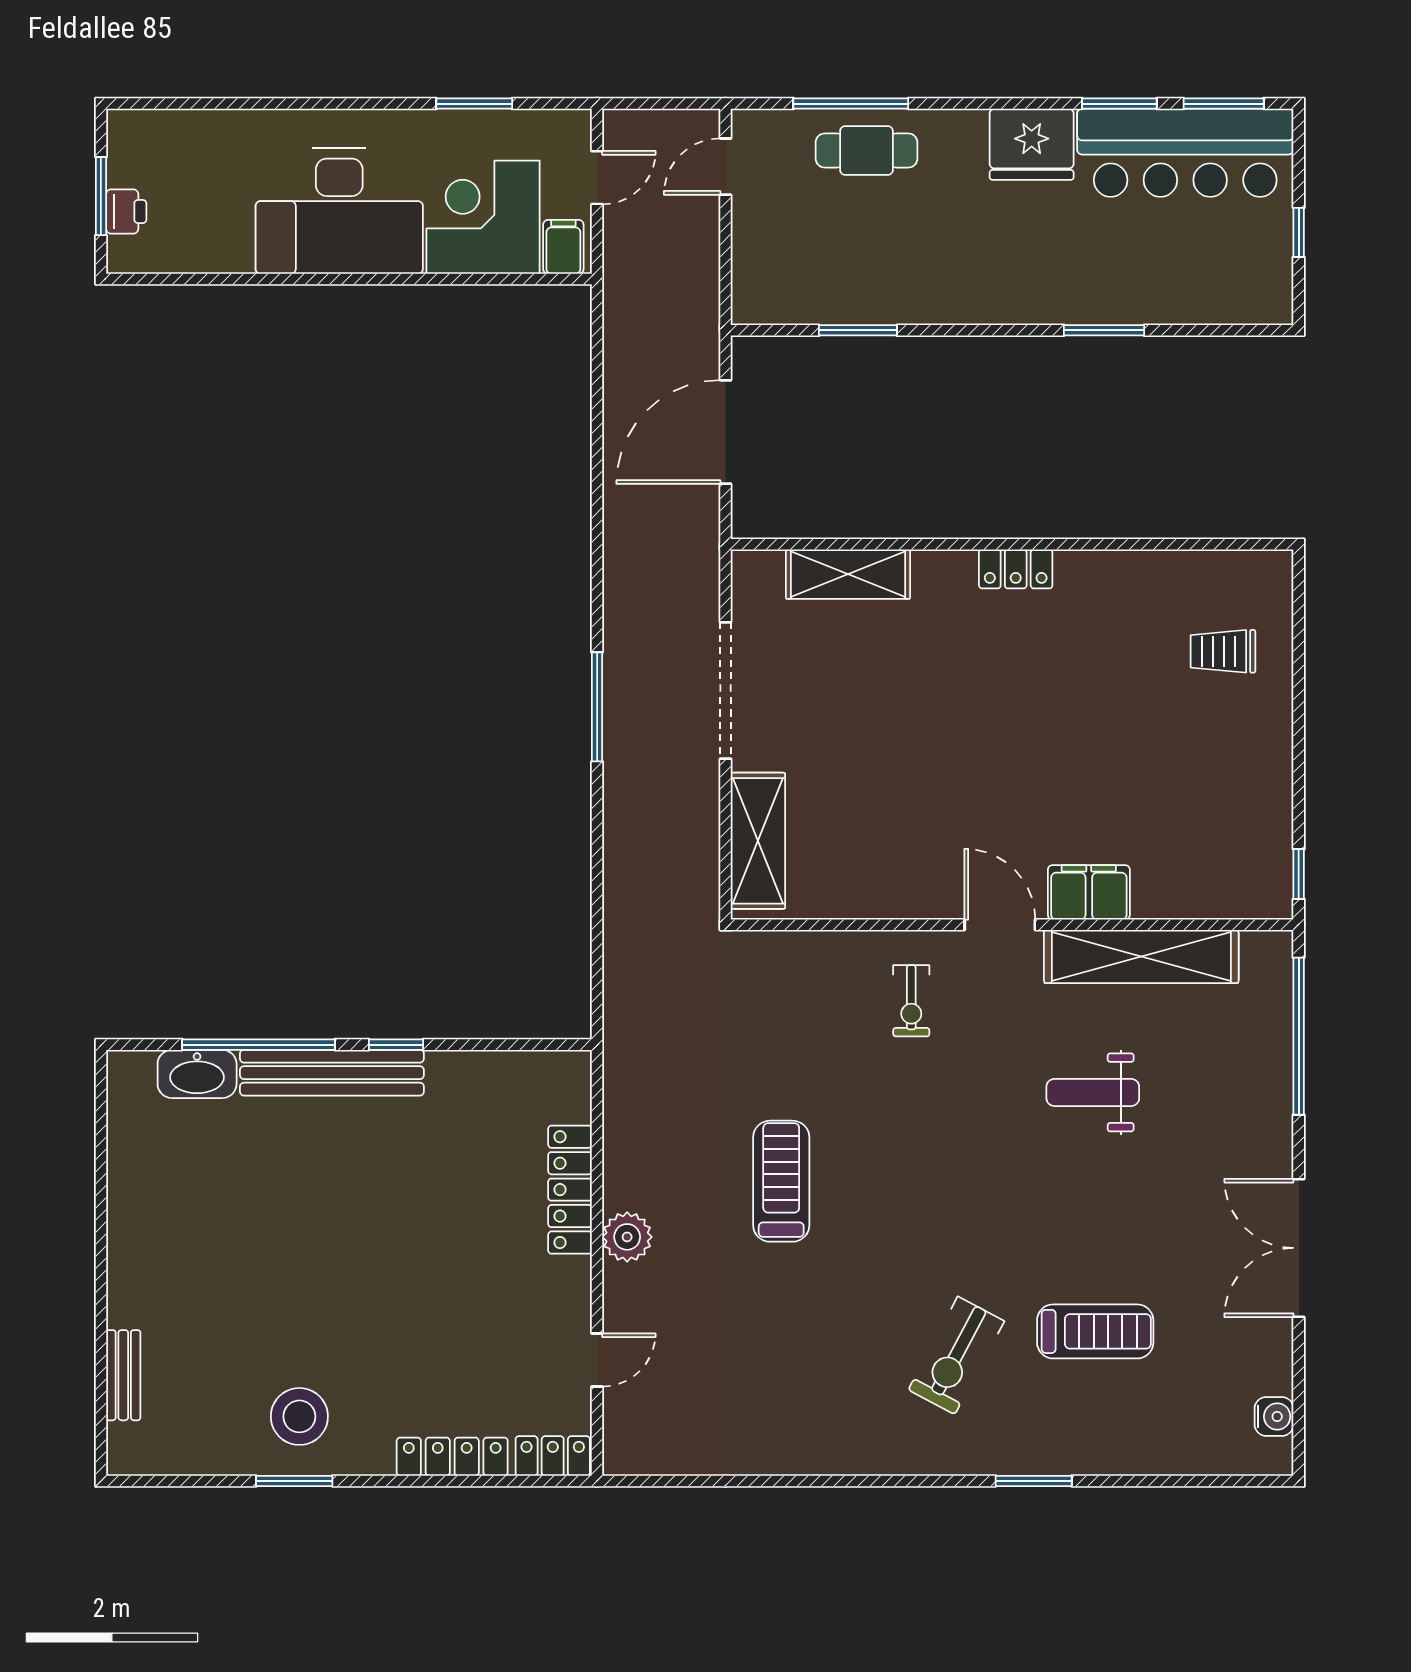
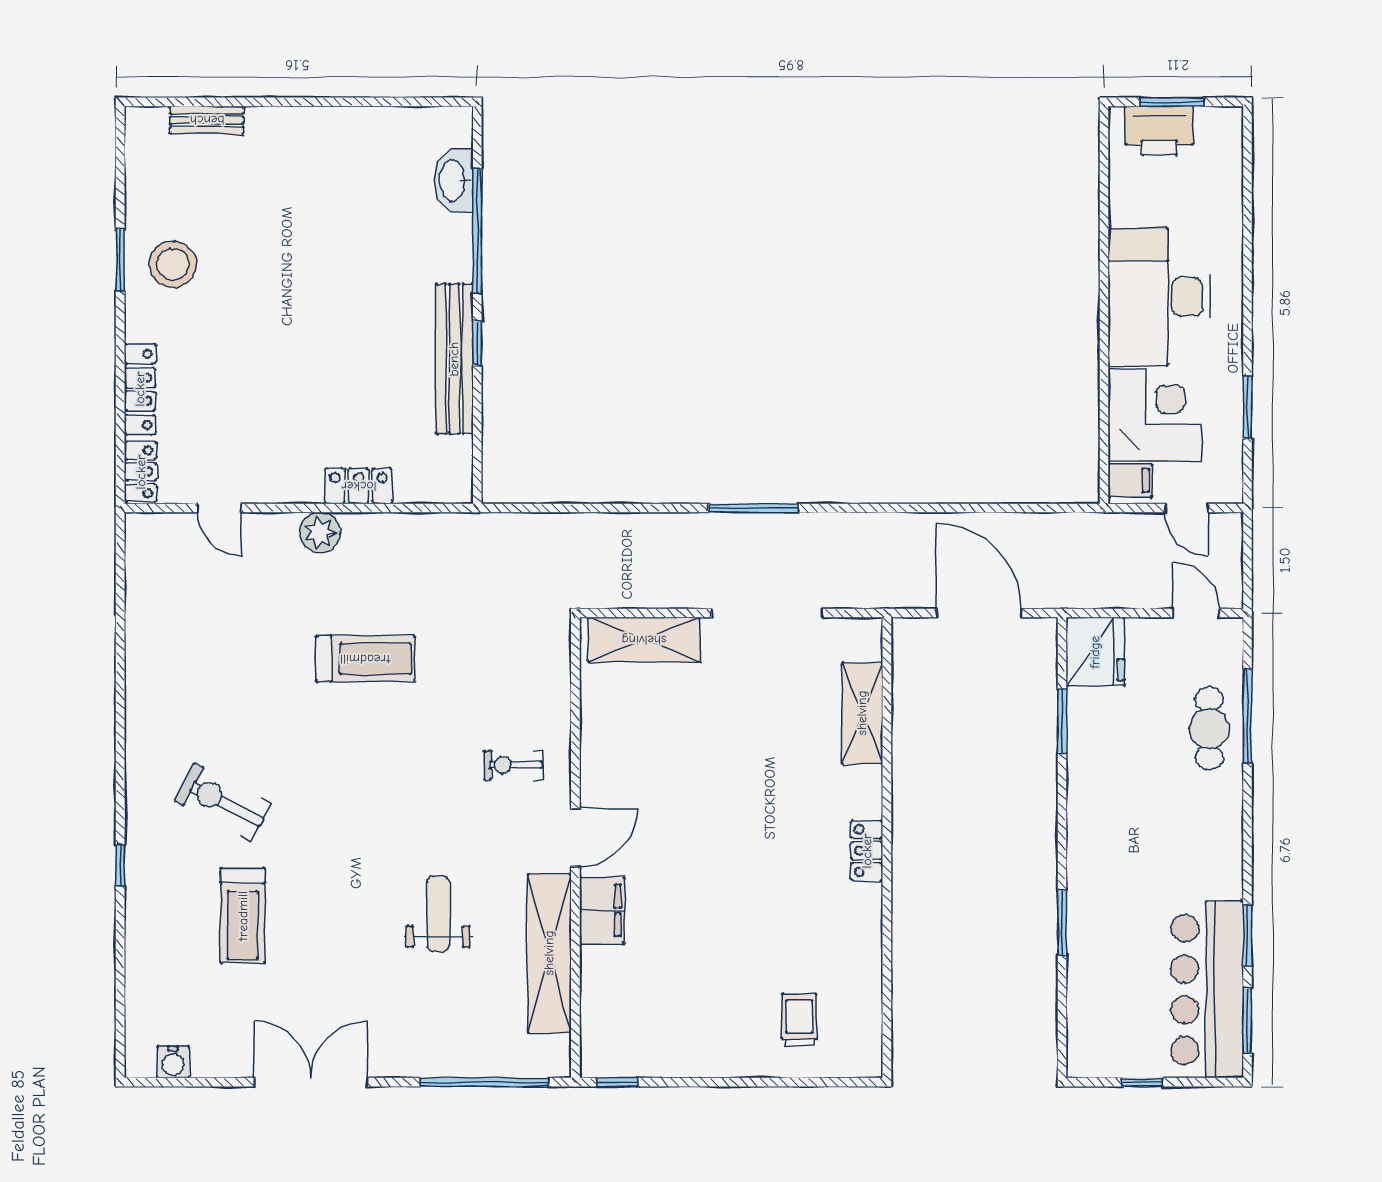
fridge: (1032, 144) -> (1095, 652), moved, turned 180
printer: (126, 212) -> (1159, 130), width x1.87, depth x1.48
bench: (332, 1073) -> (454, 359), moved
locker: (570, 1190) -> (359, 486), width x0.66
window: (1034, 1481) -> (120, 865), width x0.67

